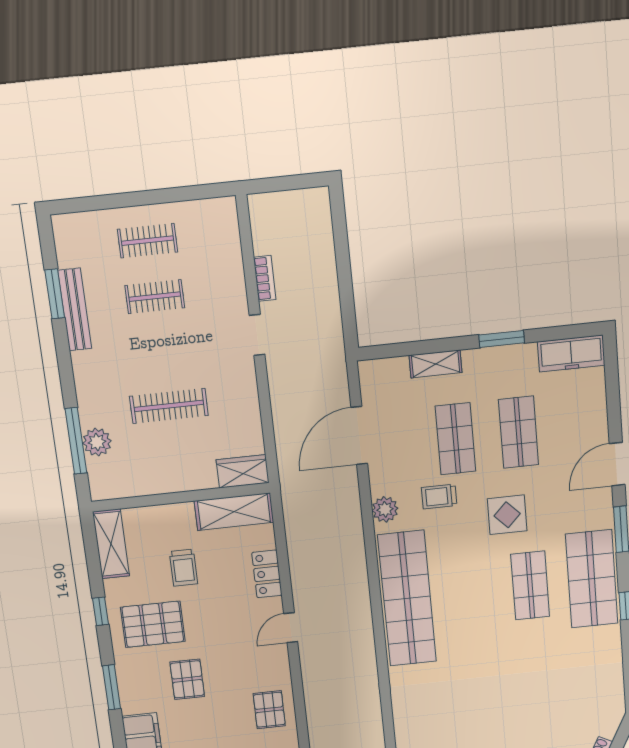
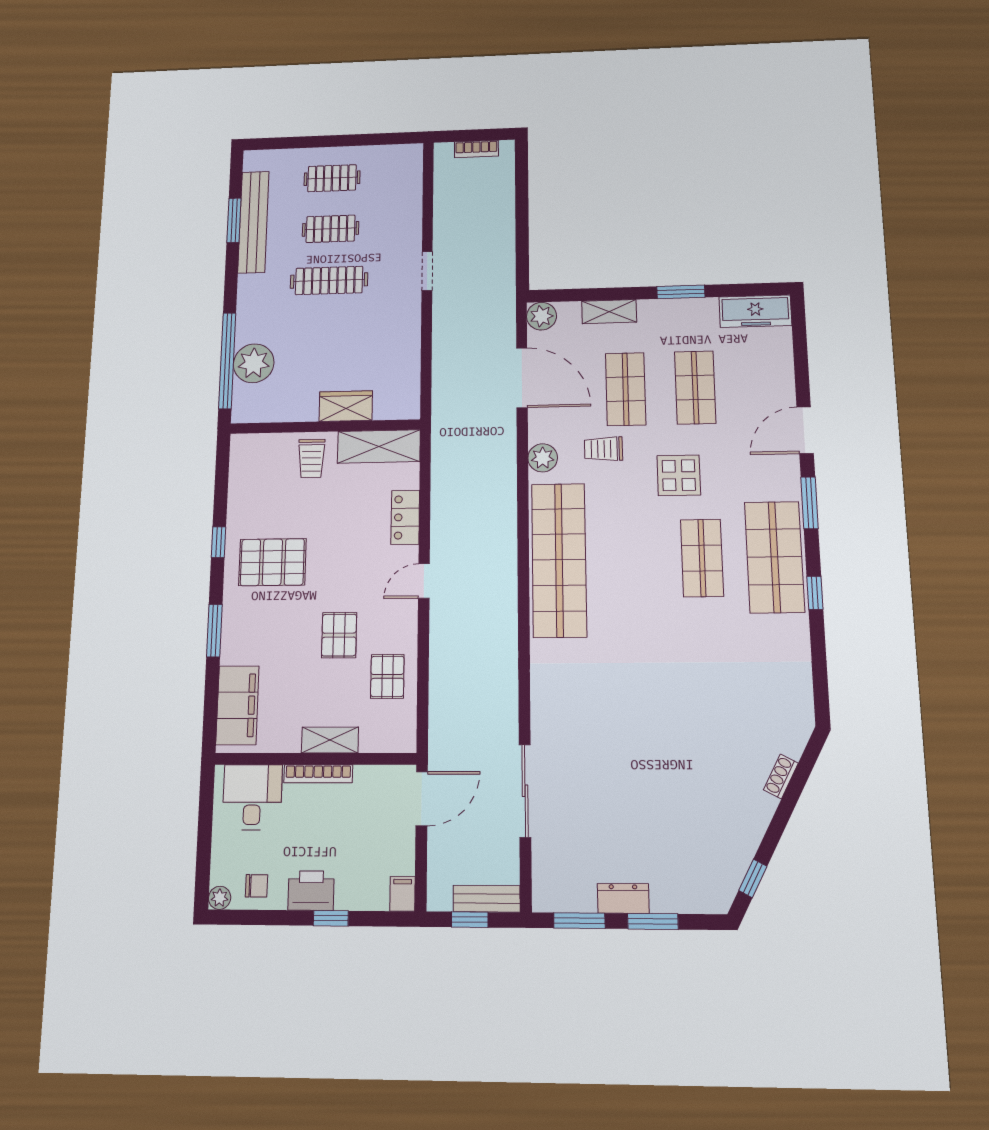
bookcase: (265, 278) -> (476, 149), moved, turned 90
bench: (75, 309) -> (253, 222), width x1.37, depth x1.21
plant: (372, 373) -> (542, 316), added
clothes rail: (169, 406) -> (329, 280), moved
door: (359, 436) -> (522, 378), swing flipped
window: (76, 441) -> (227, 361), width x1.46
plant: (97, 442) -> (254, 363), width x1.36, depth x1.36
wardrobe: (243, 471) -> (346, 406), moved
shelving: (111, 544) -> (243, 469), removed
trolley: (184, 568) -> (311, 458), moved
pallet: (187, 679) -> (339, 635), moved

